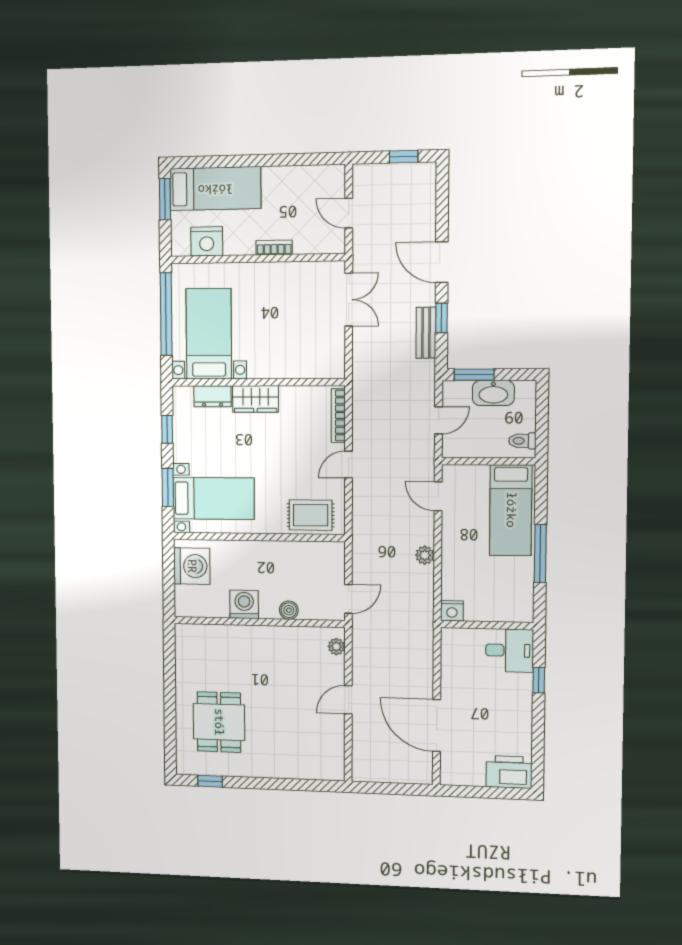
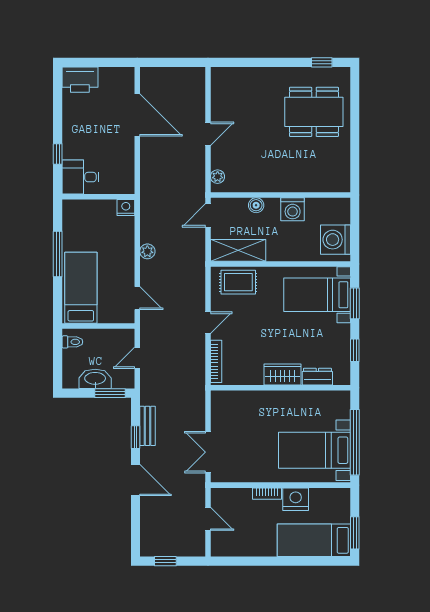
nightstand: (207, 241) -> (296, 499), moved
bed with nightstands: (209, 334) -> (314, 450), moved, turned 90
shelving: (311, 555) -> (238, 250), added
dining table: (219, 722) -> (314, 112), width x1.38

